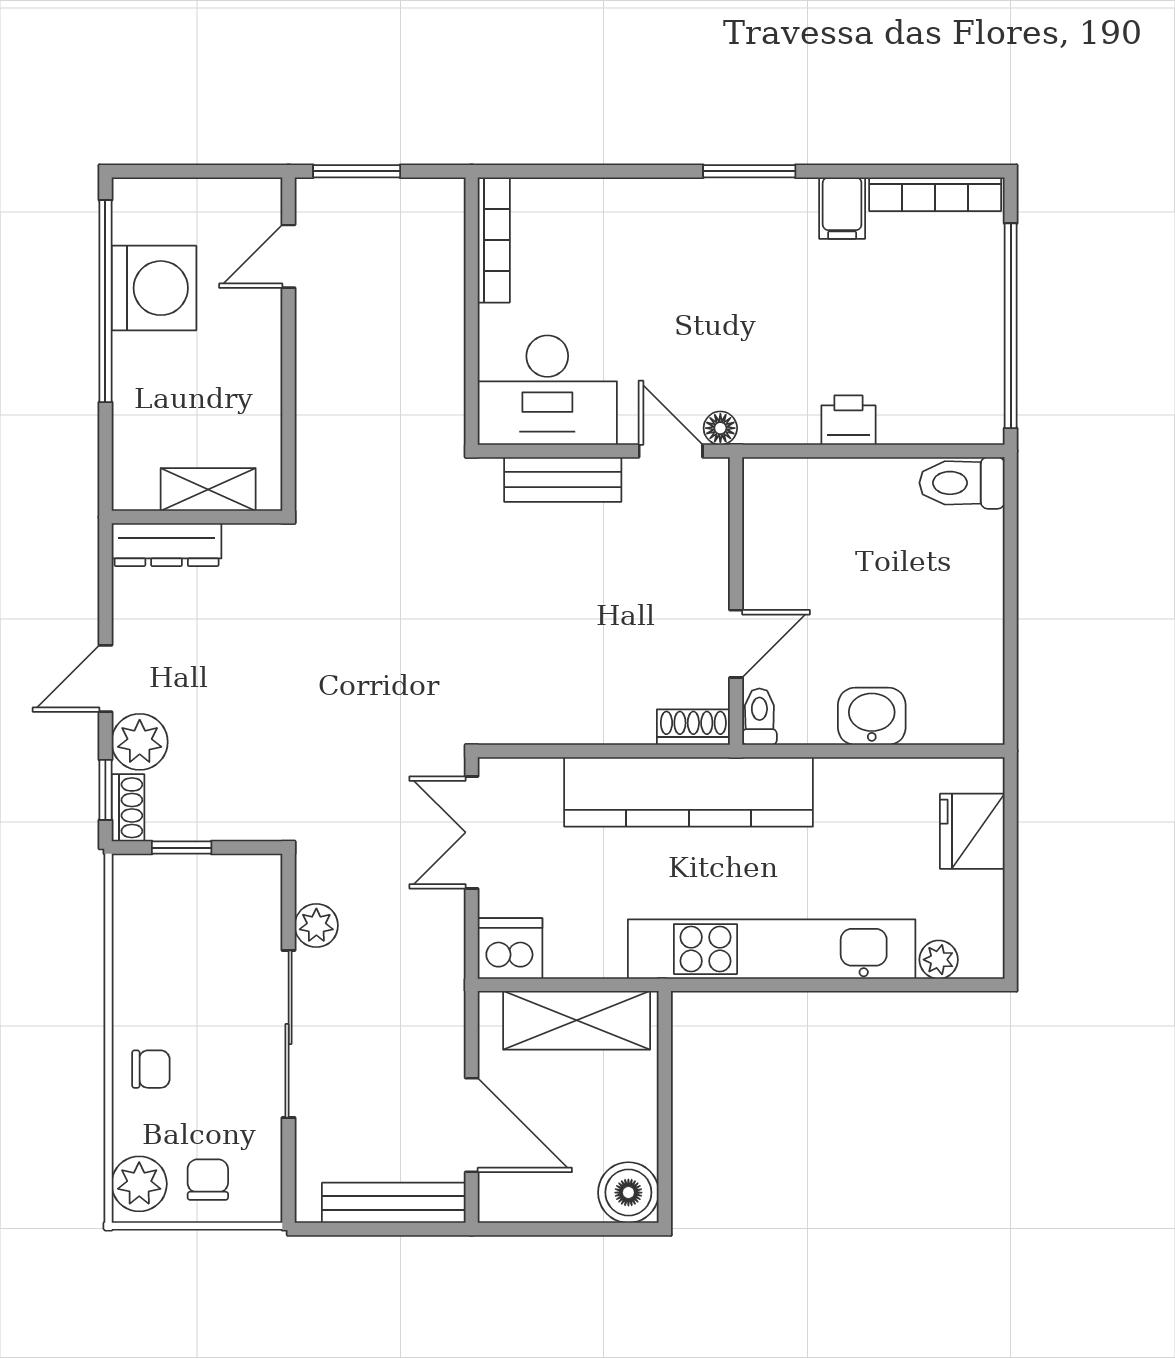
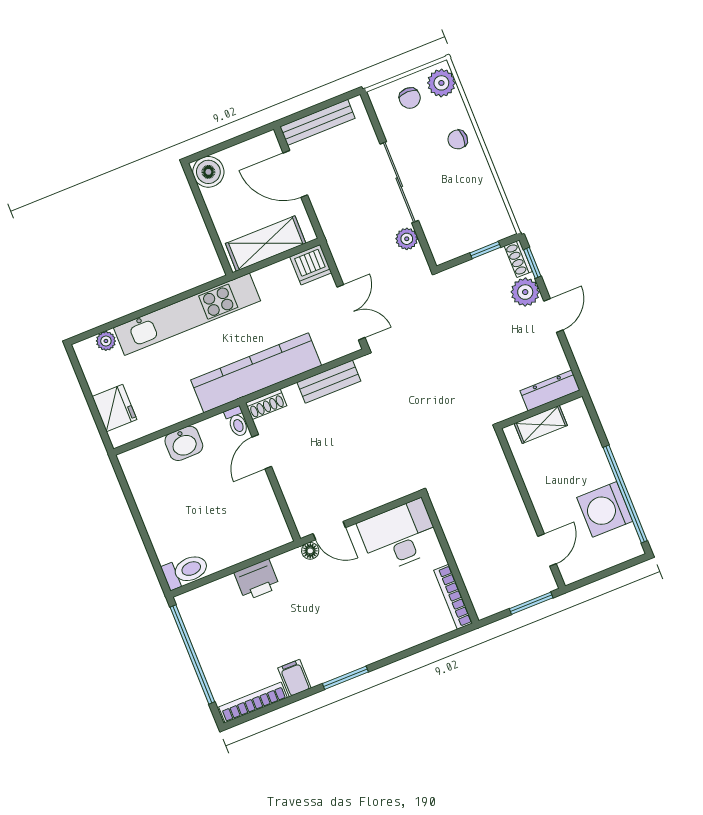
printer: (848, 420) -> (257, 580), width x1.36, depth x1.24
bench: (563, 479) -> (329, 382), moved

